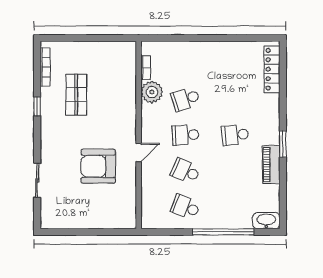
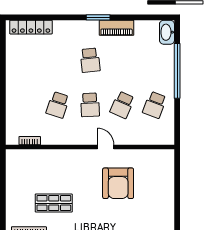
plant: (152, 92) -> (51, 135), removed
school desk: (185, 99) -> (58, 105), turned 36

